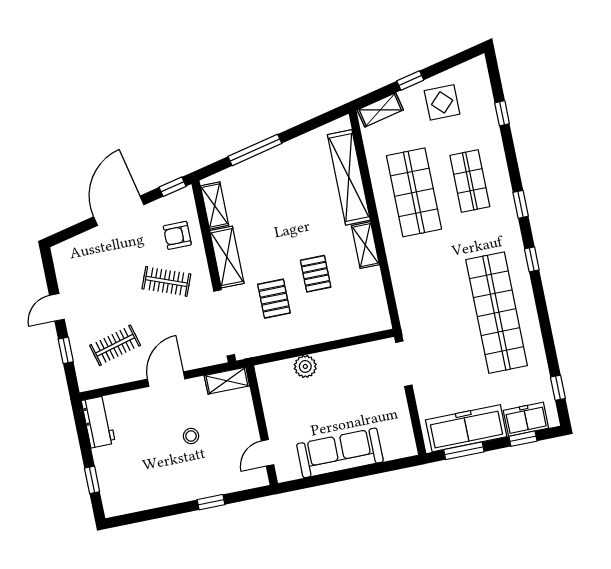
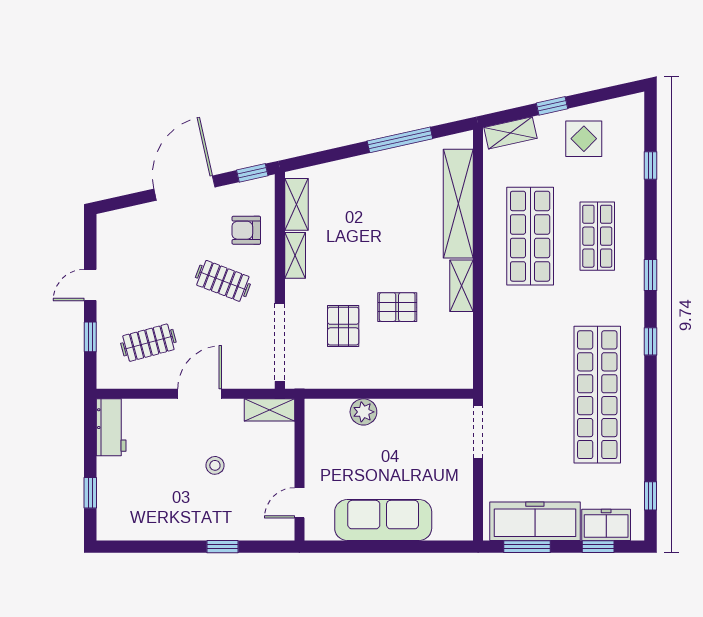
window: (255, 150) -> (400, 140), moved
shelving: (227, 257) -> (295, 255), width x0.67, depth x0.75
pallet: (316, 274) -> (397, 307), turned 90

